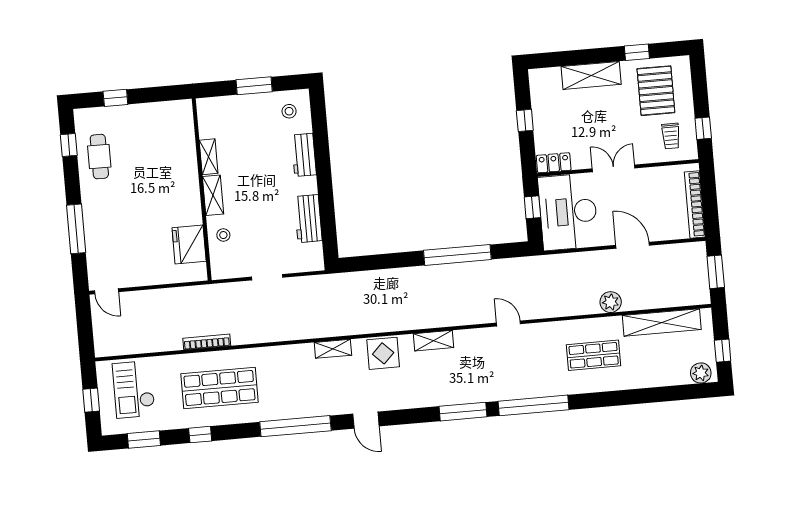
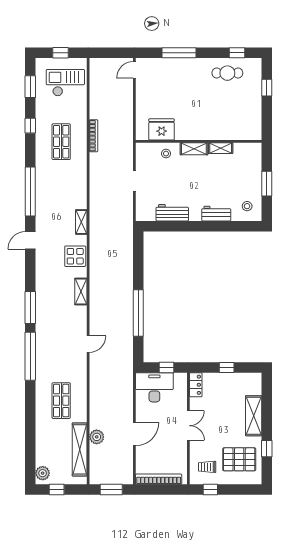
desk: (568, 212) -> (154, 387), width x0.73, depth x0.77
plant: (611, 302) -> (97, 437), moved
shop shelf: (219, 388) -> (61, 142), width x0.70, depth x0.74

